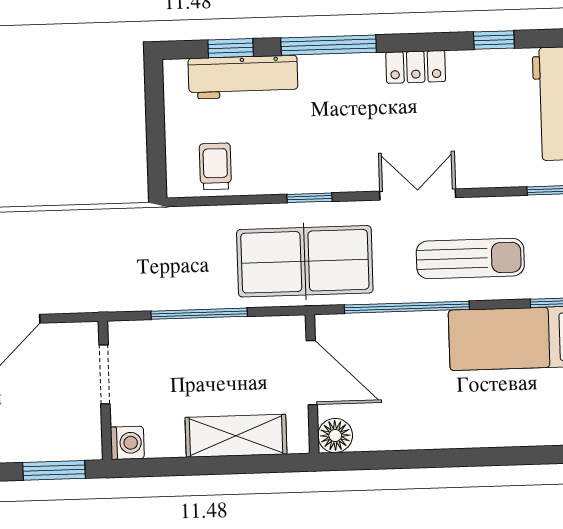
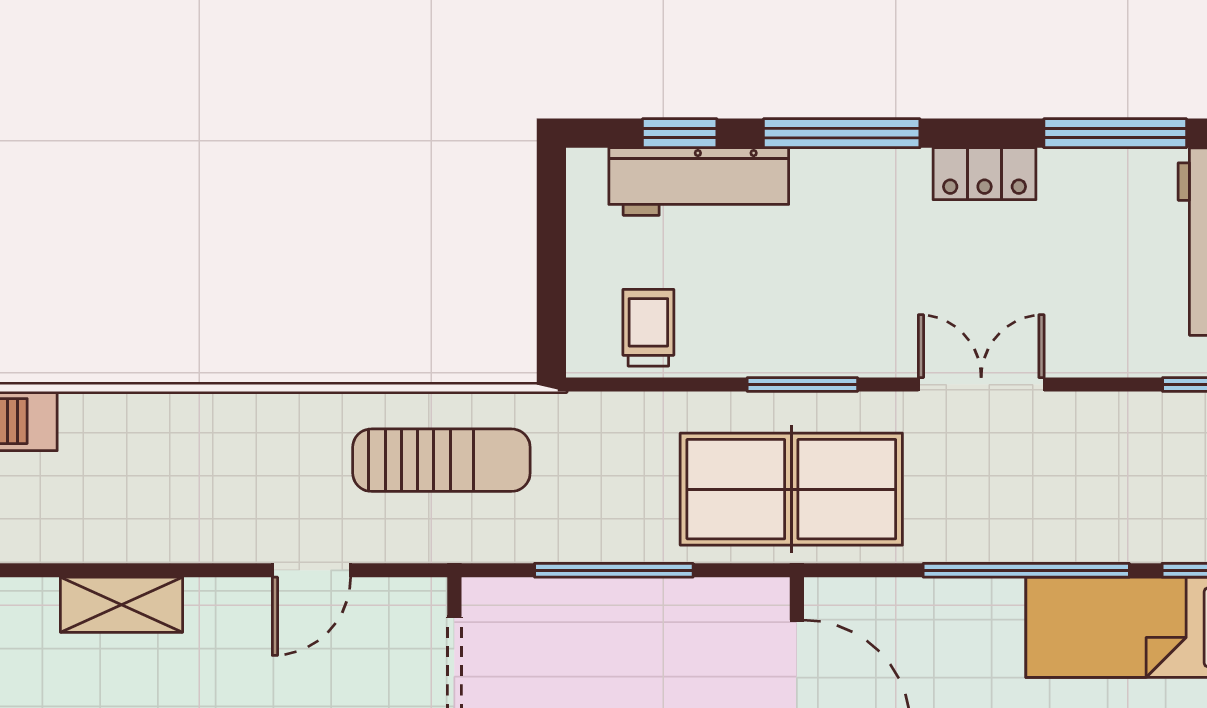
window: (494, 40) -> (1115, 133), width x2.17
window: (310, 198) -> (802, 385), width x1.50
sun lounger: (470, 258) -> (441, 460), moved
window: (407, 307) -> (1026, 570), moved

